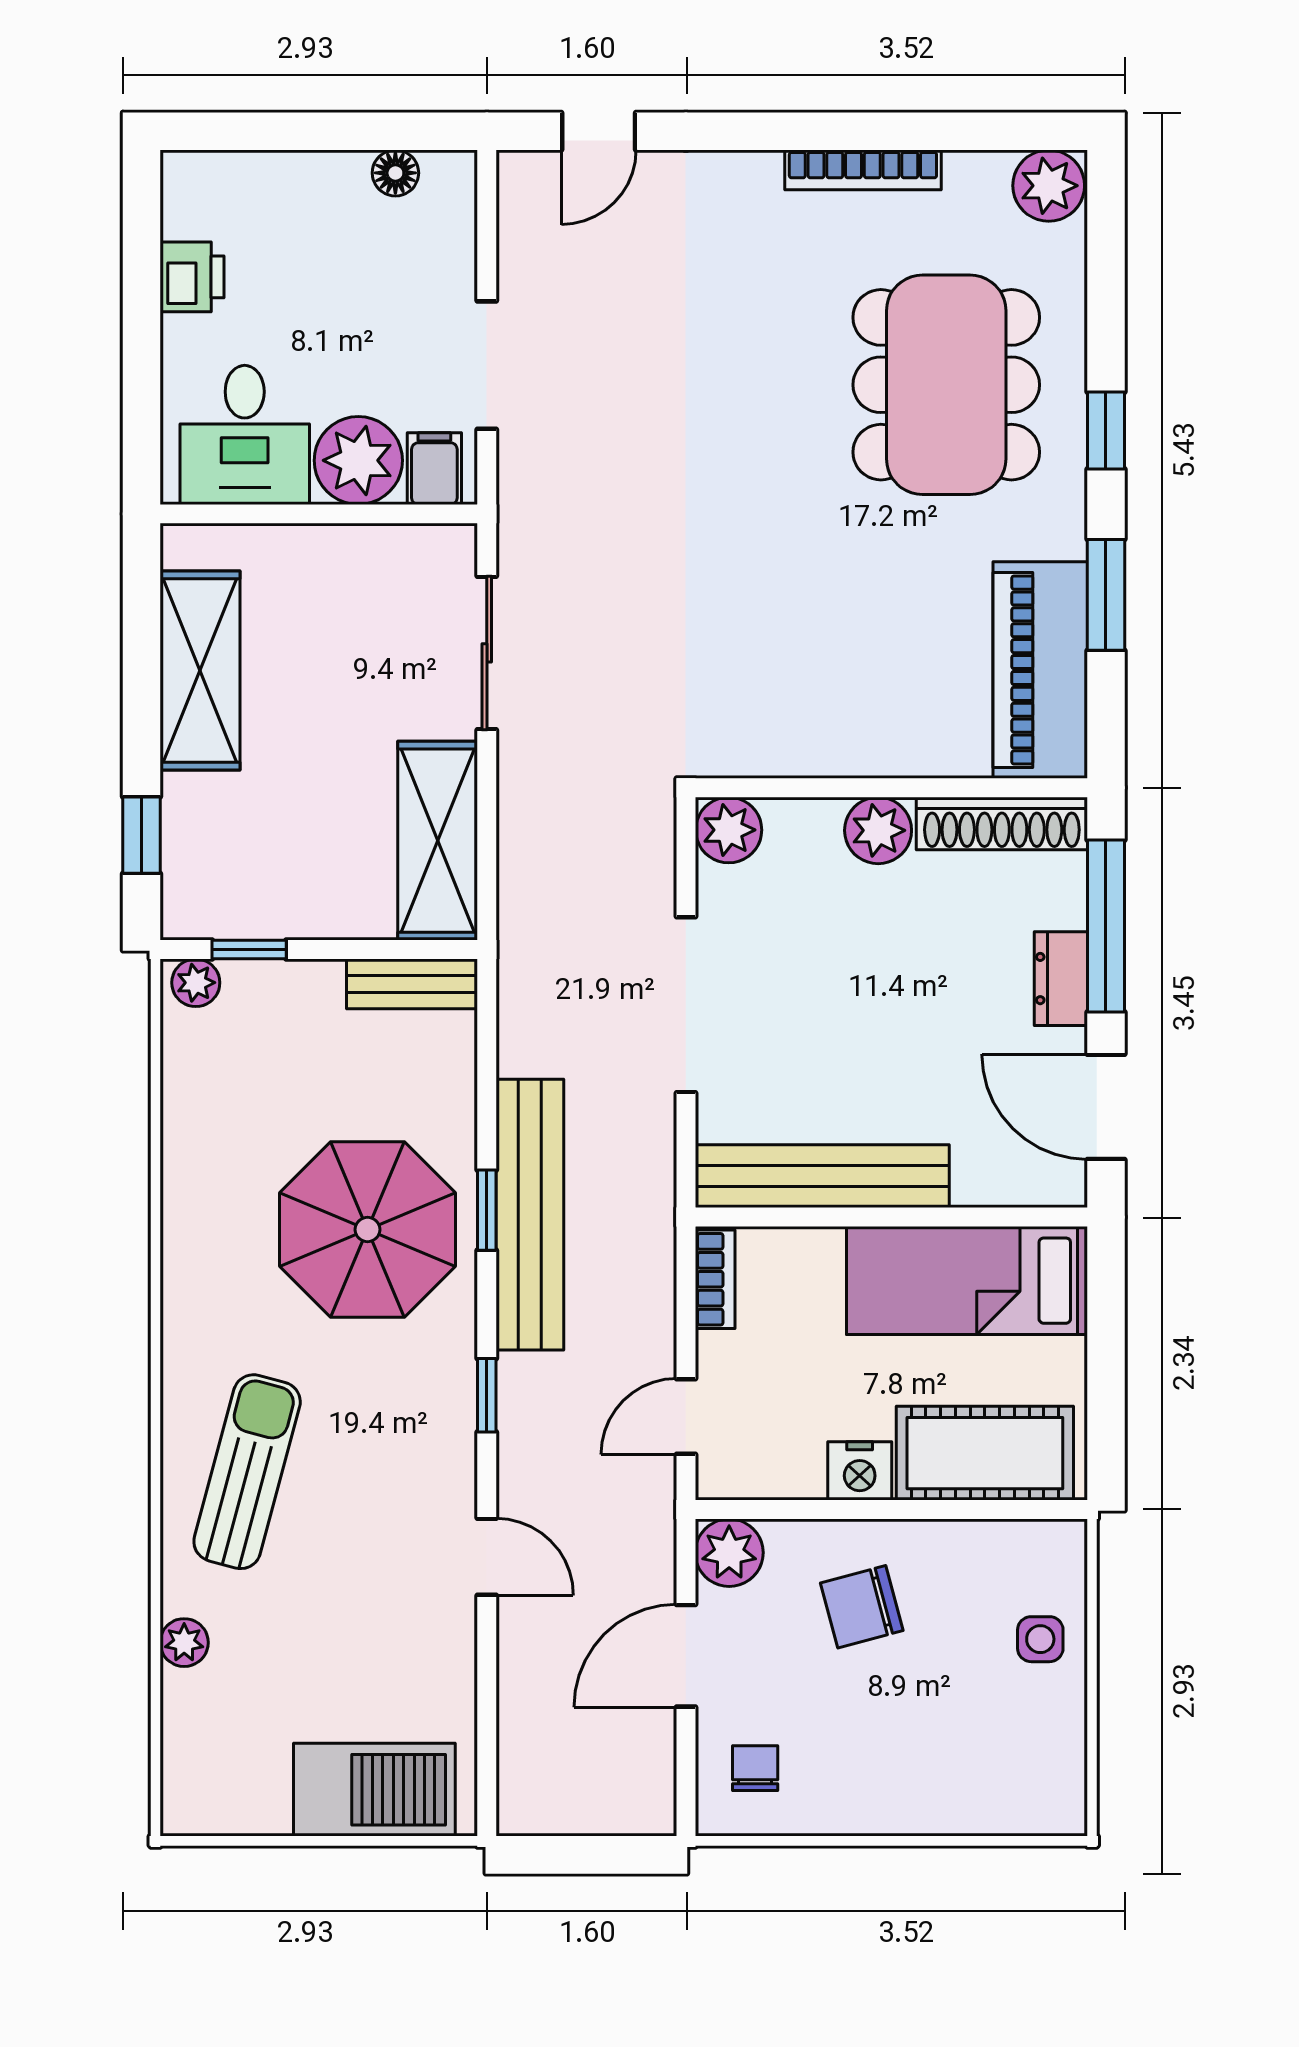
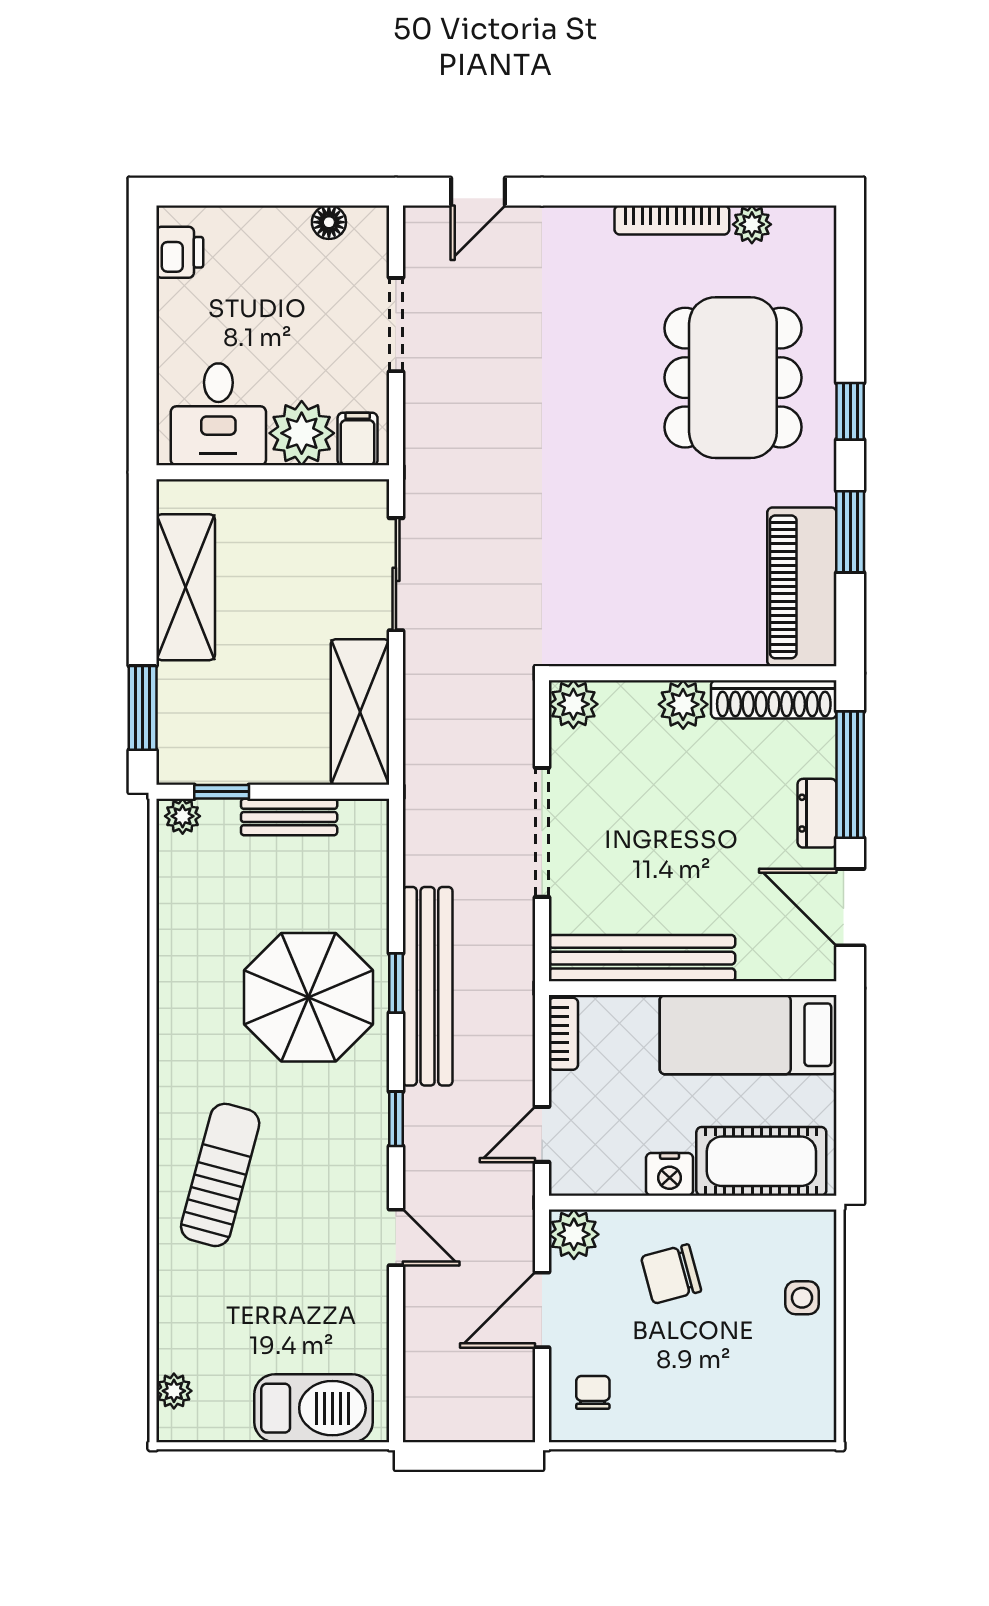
plant: (1049, 186) -> (752, 224), moved, width x0.73, depth x0.73
printer: (192, 277) -> (180, 252), moved
doorway: (487, 365) -> (396, 325), moved
window: (141, 835) -> (143, 708), width x1.50
bench: (412, 984) -> (289, 817), moved
plant: (184, 1643) -> (174, 1391), moved

